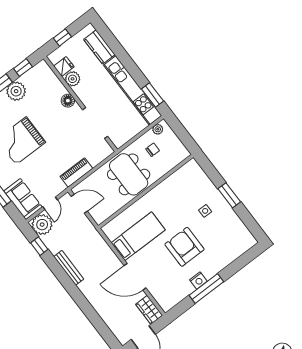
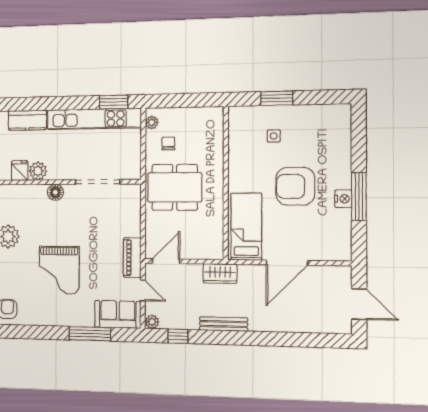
piano: (76, 172) -> (132, 258), moved
wall: (146, 191) -> (226, 183), moved
plant: (42, 225) -> (152, 322), width x0.53, depth x0.53
wardrobe: (149, 310) -> (220, 274), moved

